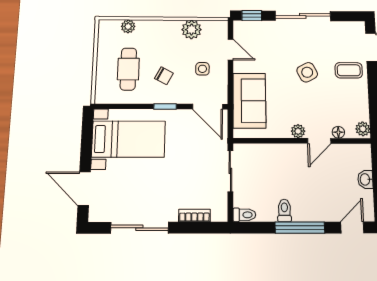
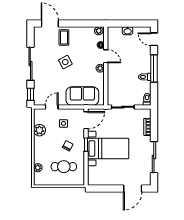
bed with nightstands: (129, 139) -> (108, 148), moved, turned 90

